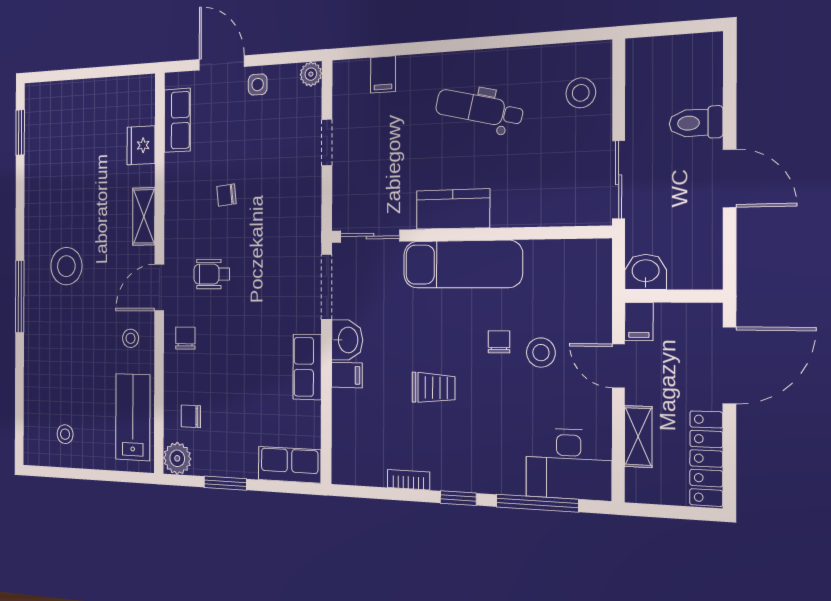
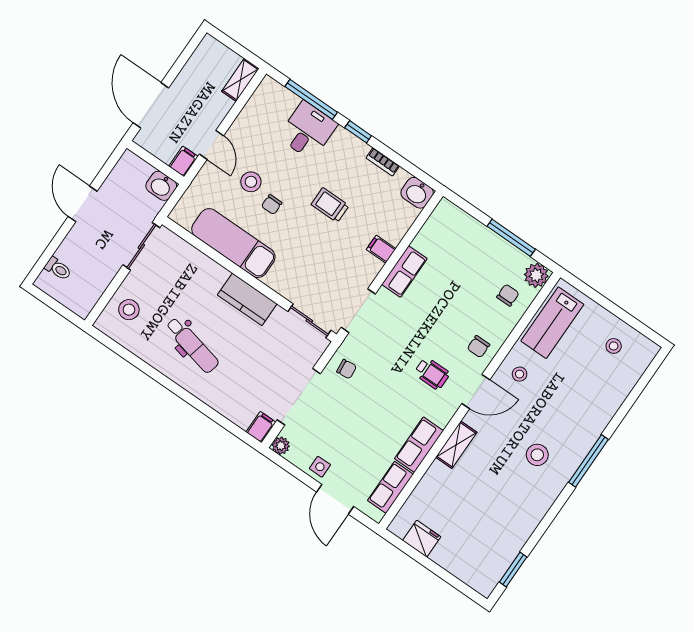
filing cabinet: (383, 74) -> (261, 427), moved
toilet: (696, 123) -> (58, 269), moved, width x0.73, depth x0.72
doorway: (327, 143) -> (299, 397), width x1.88
fridge: (141, 145) -> (422, 539), moved, turned -90
chair: (226, 195) -> (347, 369), moved
exam couch: (462, 264) -> (233, 243), moved
stool: (66, 266) -> (537, 455), width x0.73, depth x0.73
washbasin: (347, 340) -> (417, 193), moved, turned -90
door: (729, 365) -> (151, 105), hinge flipped
chair: (191, 416) -> (508, 295), turned -90
shelving: (638, 437) -> (240, 80), moved
locker: (706, 459) -> (197, 64), removed
desk: (569, 464) -> (308, 130), moved, width x0.73
row of seats: (290, 465) -> (419, 445), moved, turned 90
window: (225, 483) -> (511, 238), width x1.44

